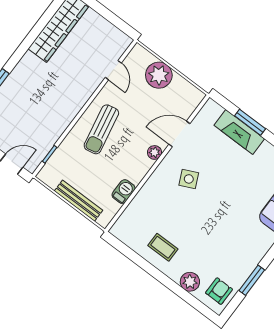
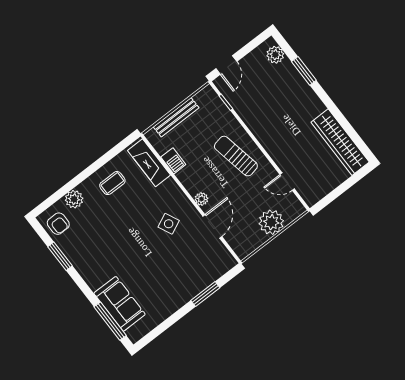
fireplace: (239, 132) -> (149, 163), moved, turned -90

